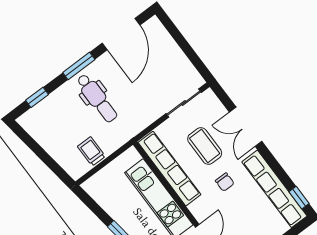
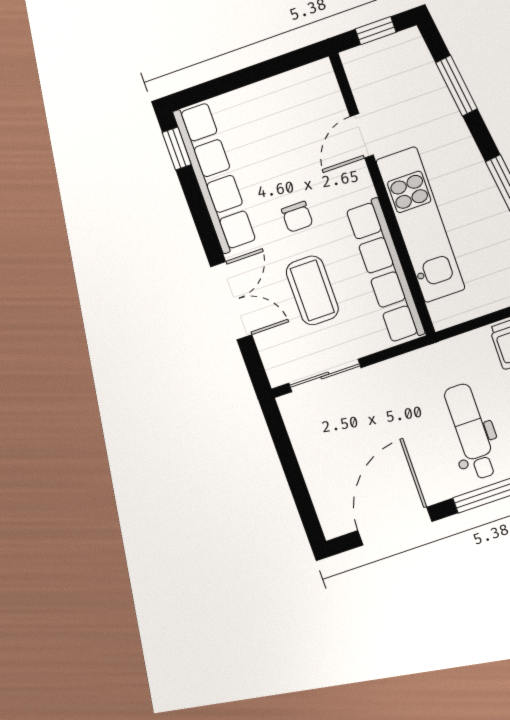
chair: (225, 182) -> (297, 217), turned 180

